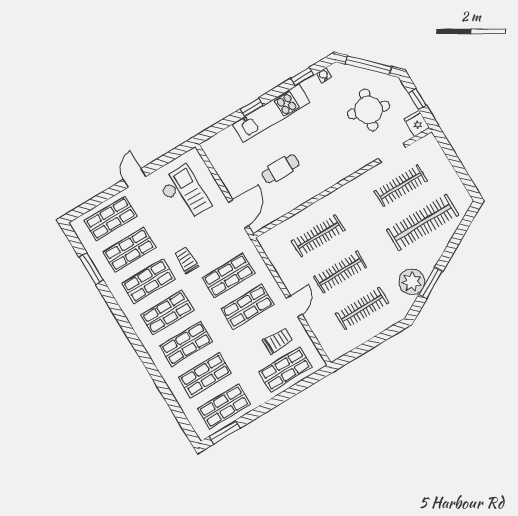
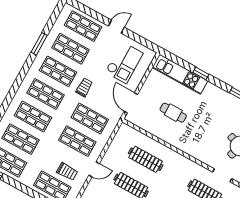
kitchen unit: (271, 113) -> (180, 74), moved
door: (238, 214) -> (131, 103), swing flipped
window: (91, 269) -> (39, 44), moved

